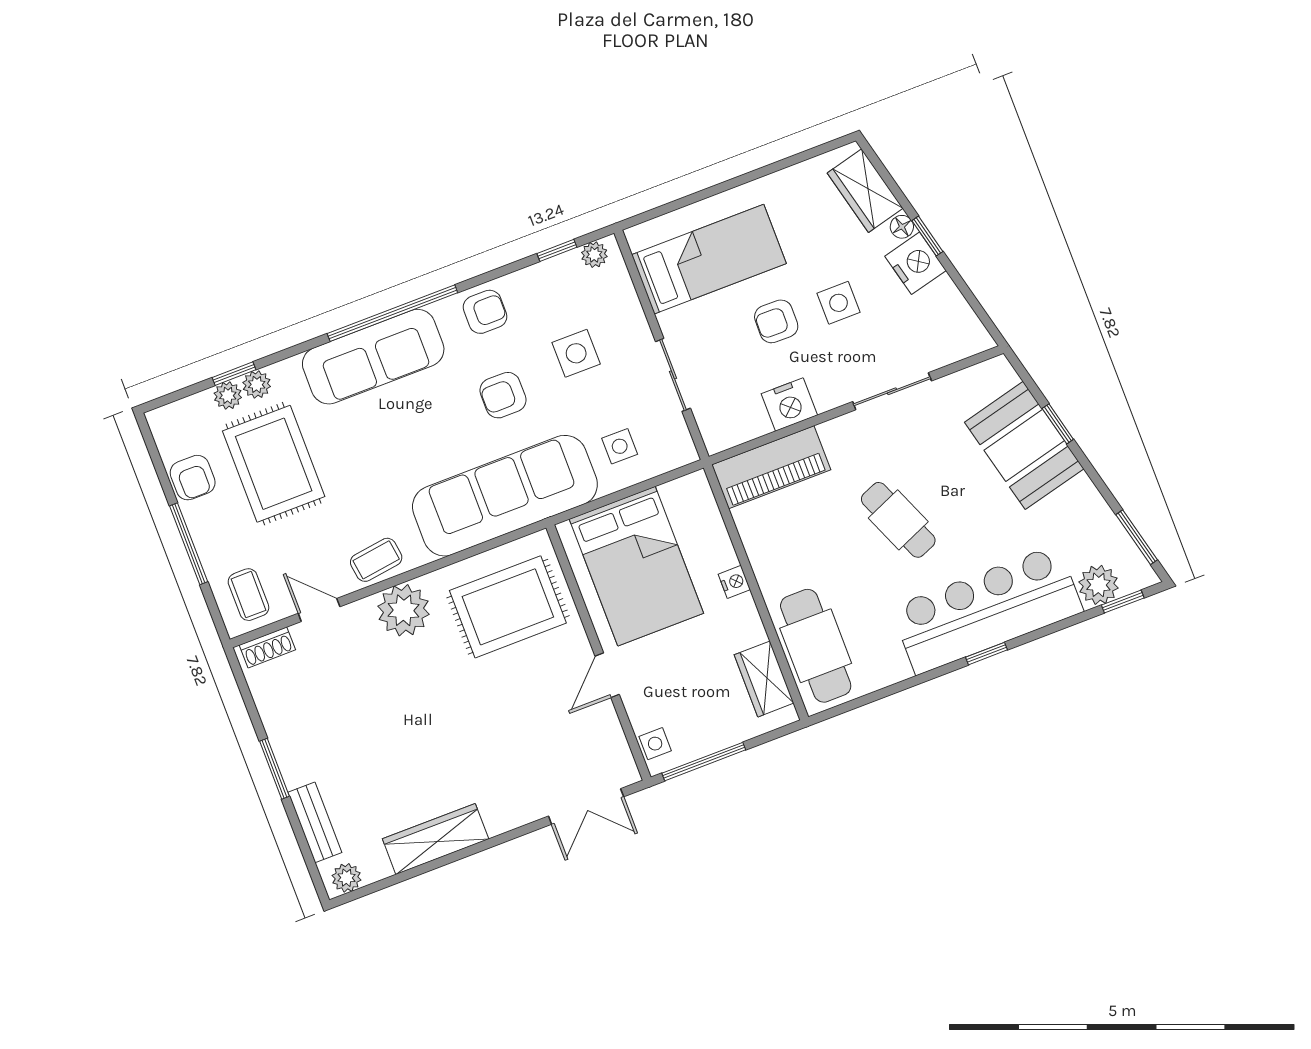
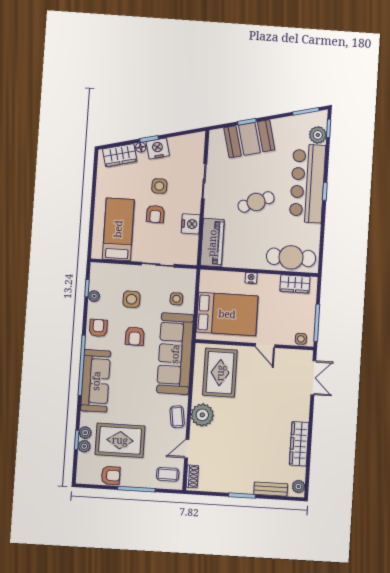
plant: (594, 255) -> (94, 296), moved

